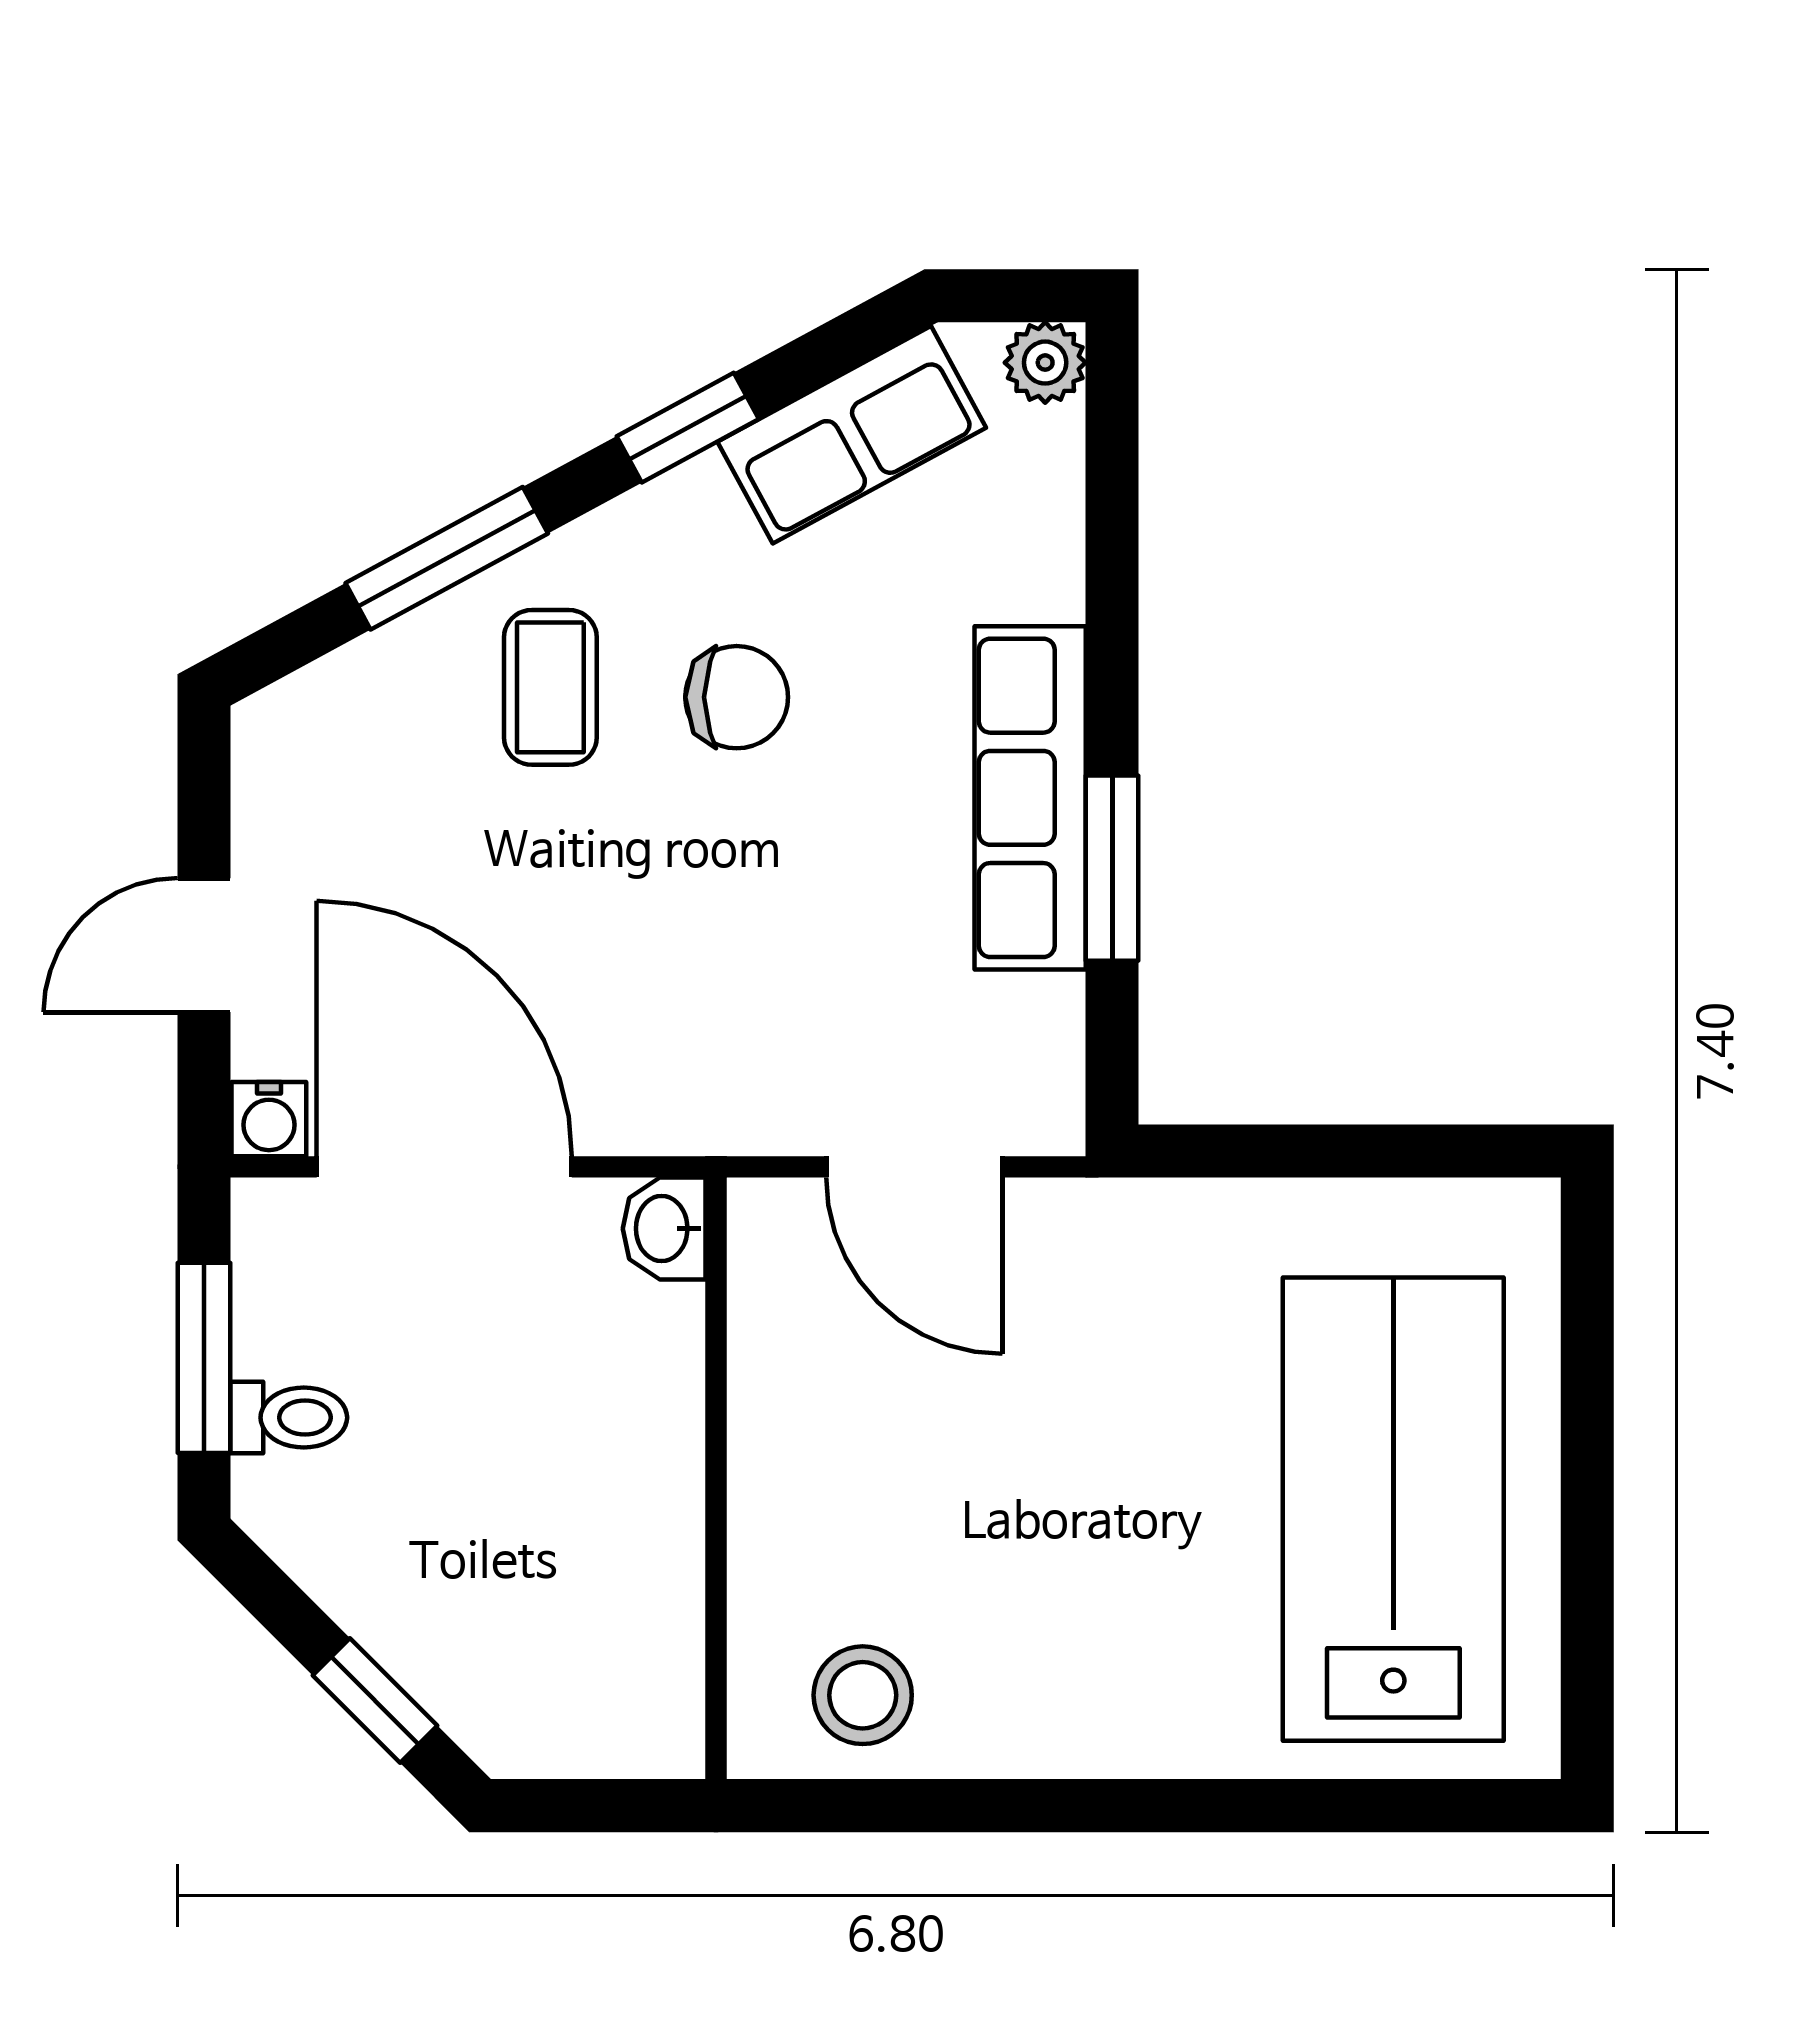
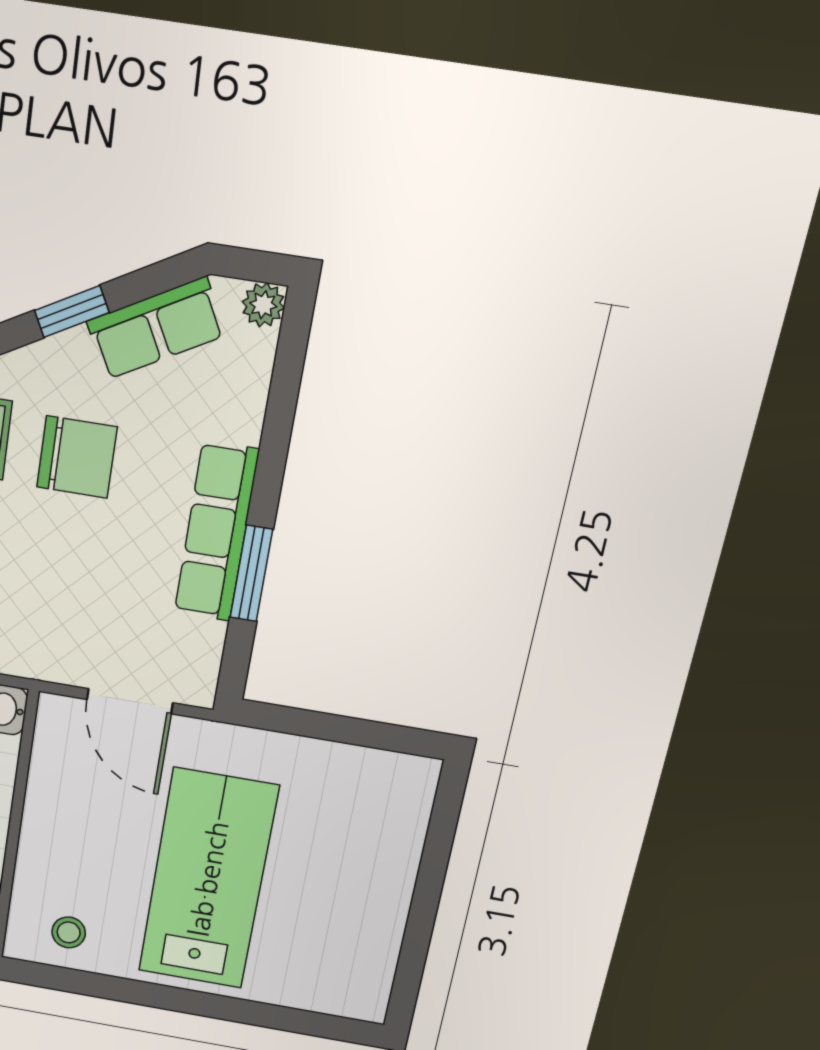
chair: (737, 697) -> (77, 457), width x1.37, depth x1.37
lab bench: (1393, 1509) -> (208, 879), moved
stool: (863, 1695) -> (69, 932), width x0.73, depth x0.73

